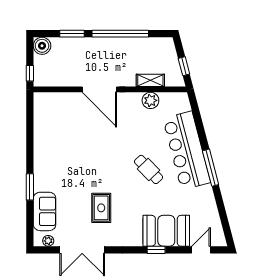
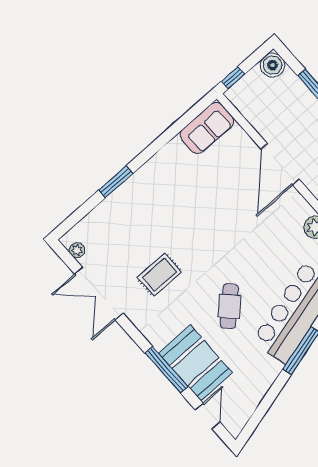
cafe table: (148, 169) -> (229, 306), moved
sofa: (45, 211) -> (207, 128), moved
window: (156, 250) -> (166, 370), width x2.17
door: (201, 250) -> (208, 416), hinge flipped

